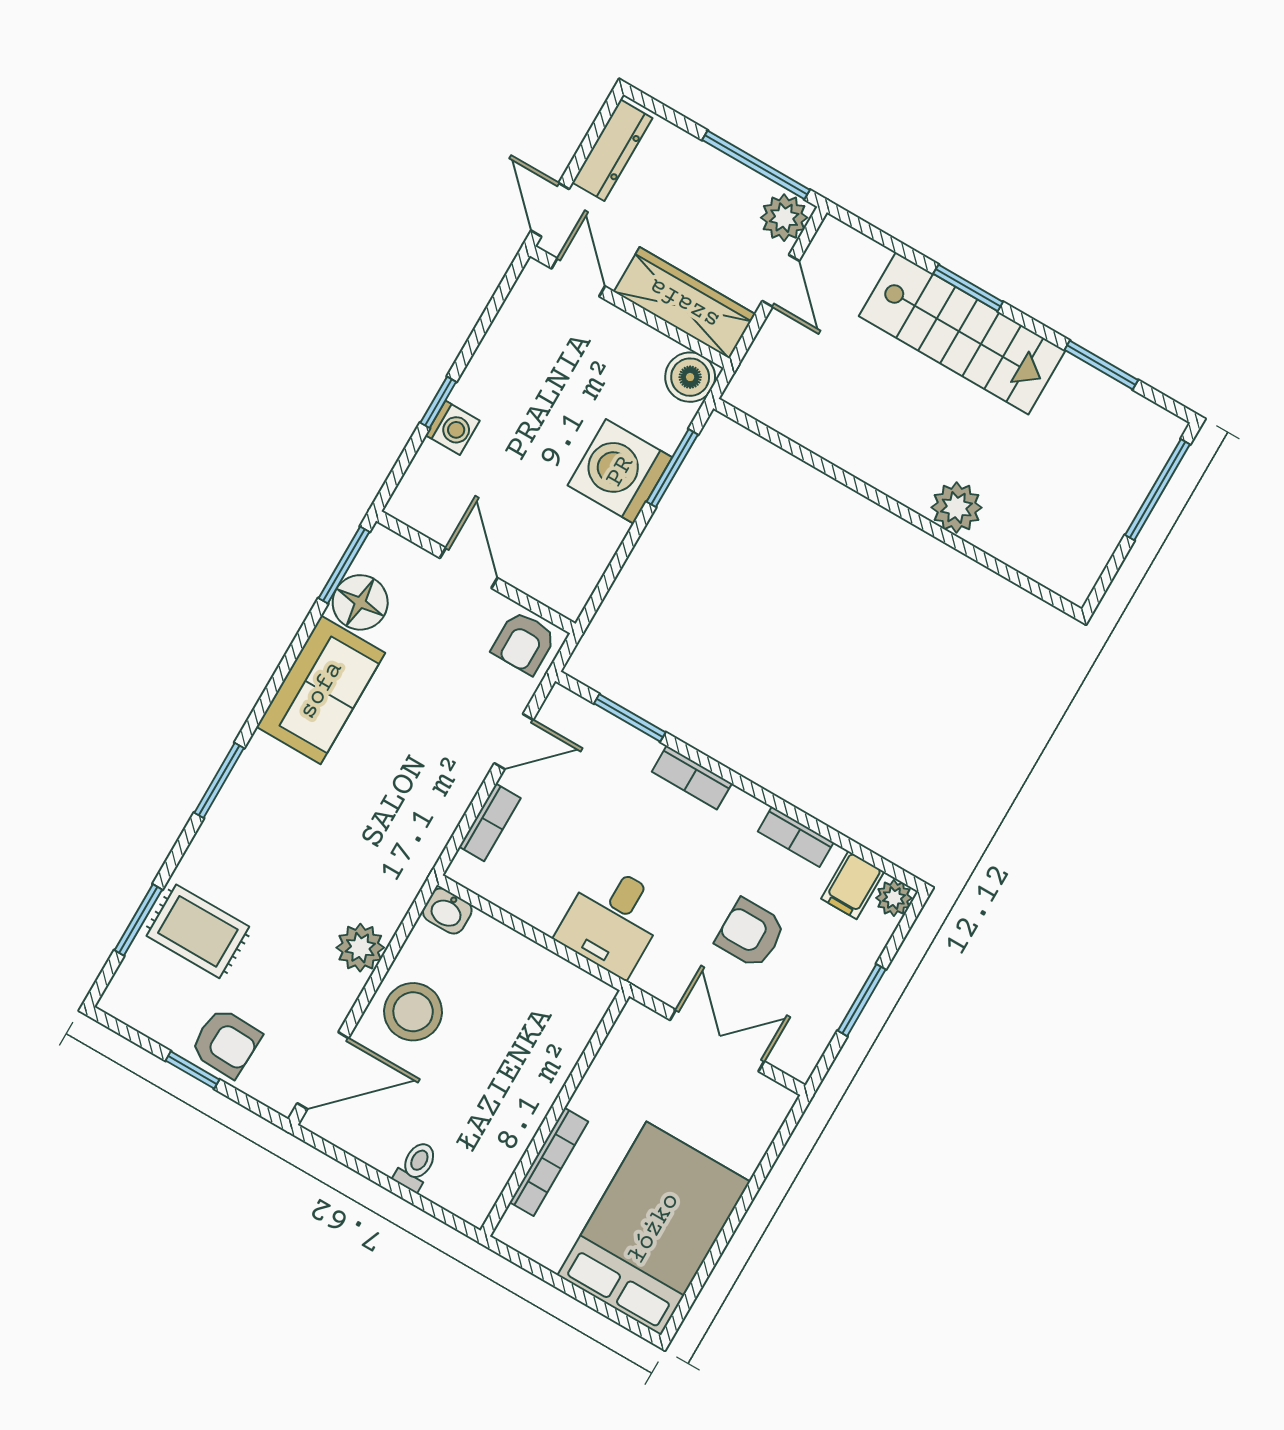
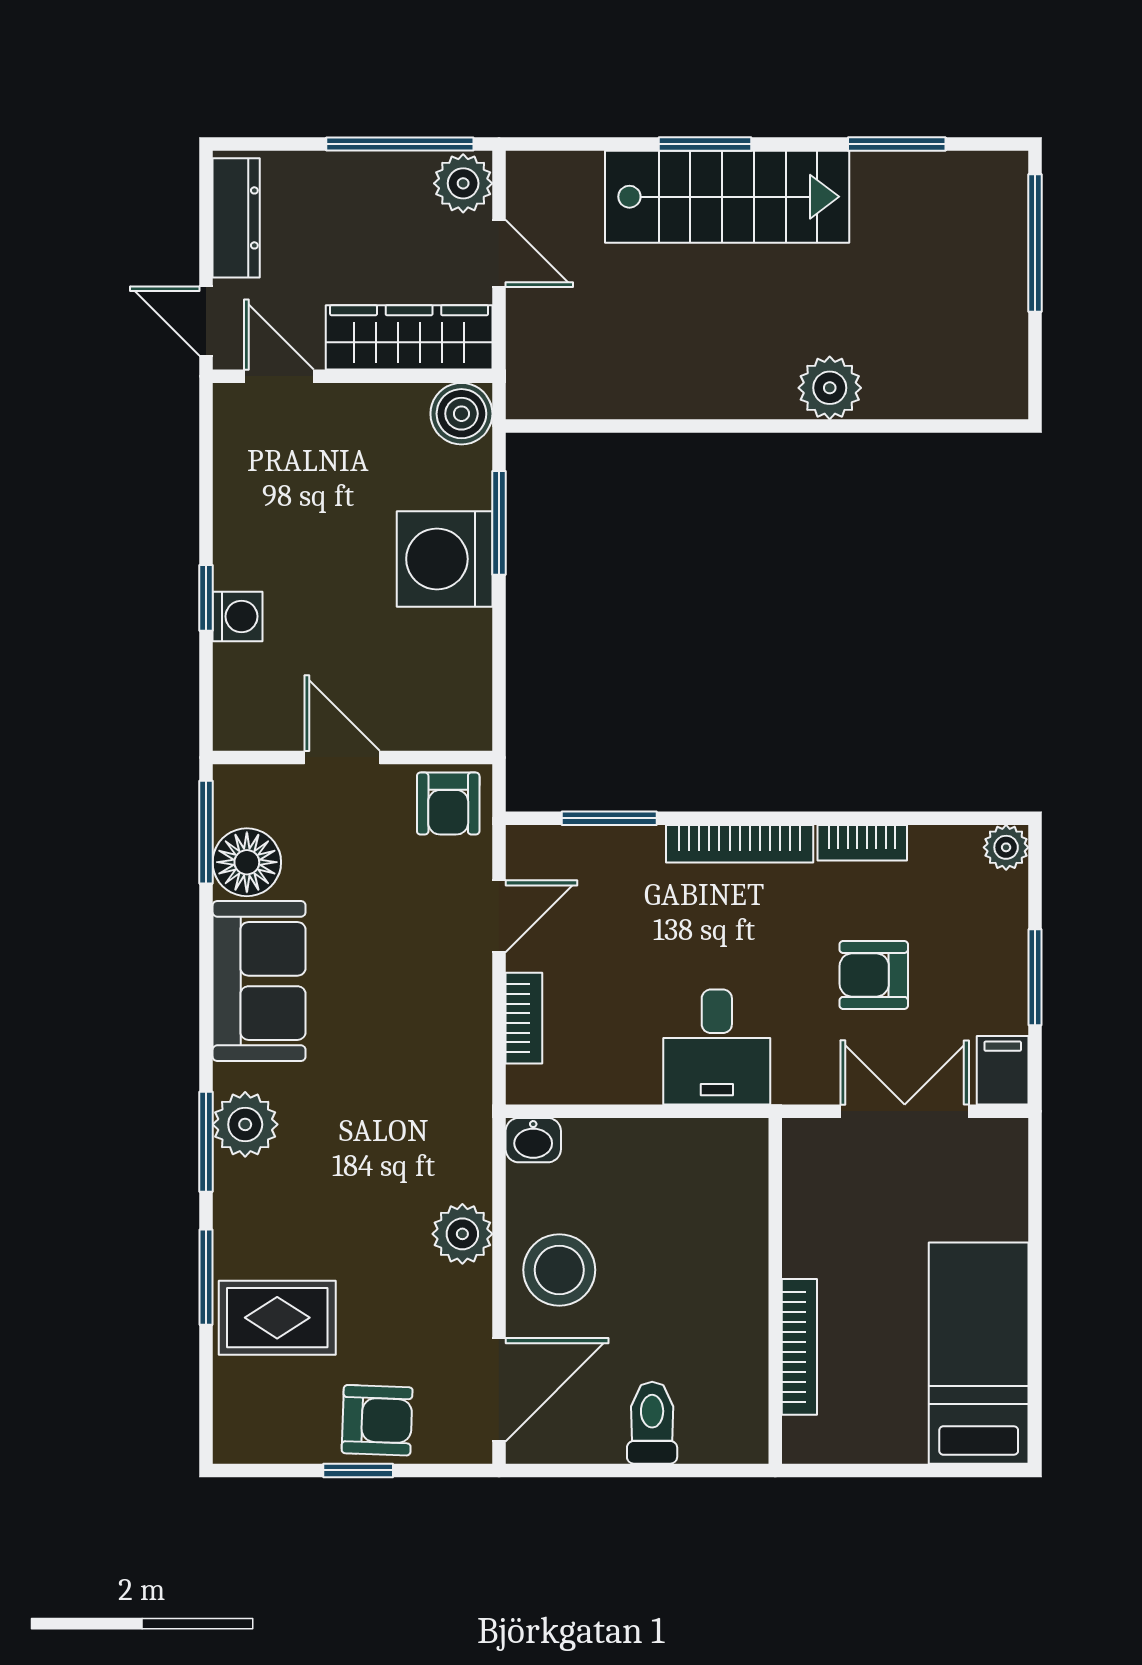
bookcase: (692, 777) -> (740, 844), width x1.56
plant: (253, 784) -> (245, 1124), added
filing cabinet: (853, 885) -> (1003, 1070), moved, turned 180
window: (138, 920) -> (206, 1277), moved
toilet: (416, 1166) -> (652, 1423), width x1.37, depth x1.39
bed: (654, 1228) -> (979, 1353), width x0.67

